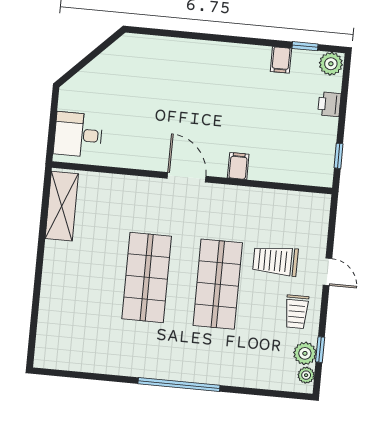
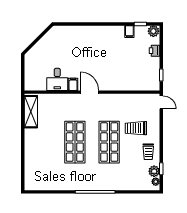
desk: (78, 135) -> (57, 79), moved, turned -90
filing cabinet: (238, 166) -> (73, 84), moved
door: (327, 272) -> (161, 102), moved

